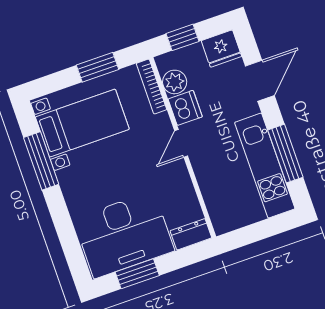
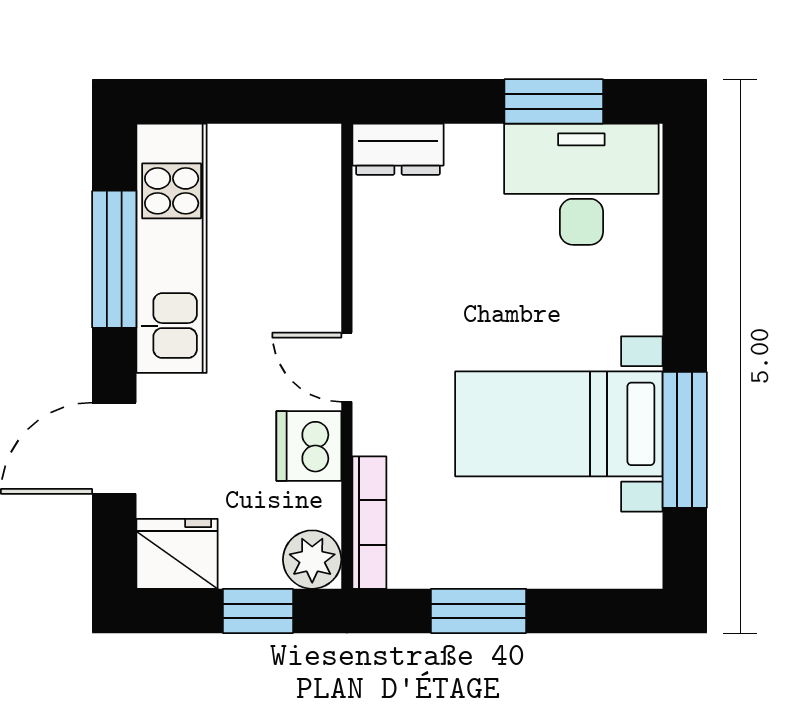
plant: (175, 82) -> (312, 560), moved
bed with nightstands: (82, 123) -> (559, 424), moved
door: (181, 143) -> (347, 367), swing flipped
desk: (124, 235) -> (581, 184), width x0.73, depth x0.77

